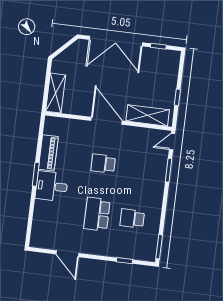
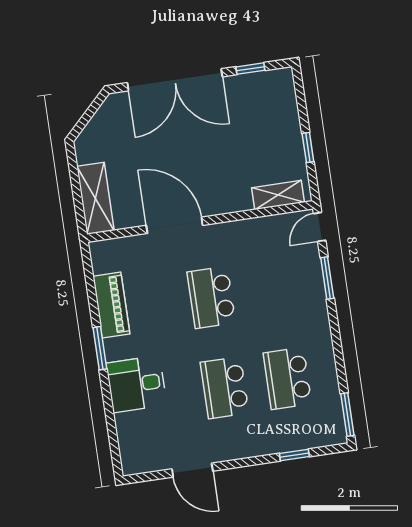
shelving: (148, 115) -> (278, 195), width x0.67, depth x0.75
door: (107, 121) -> (174, 225), moved
school desk: (103, 164) -> (211, 297), width x1.85
desk: (52, 186) -> (136, 384), moved
school desk: (132, 218) -> (287, 378), width x1.85

